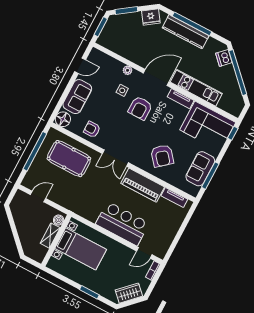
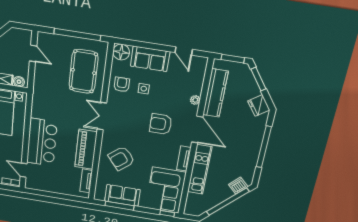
kitchen counter: (186, 32) -> (215, 93), moved, turned 180
side table: (122, 90) -> (144, 89), moved

